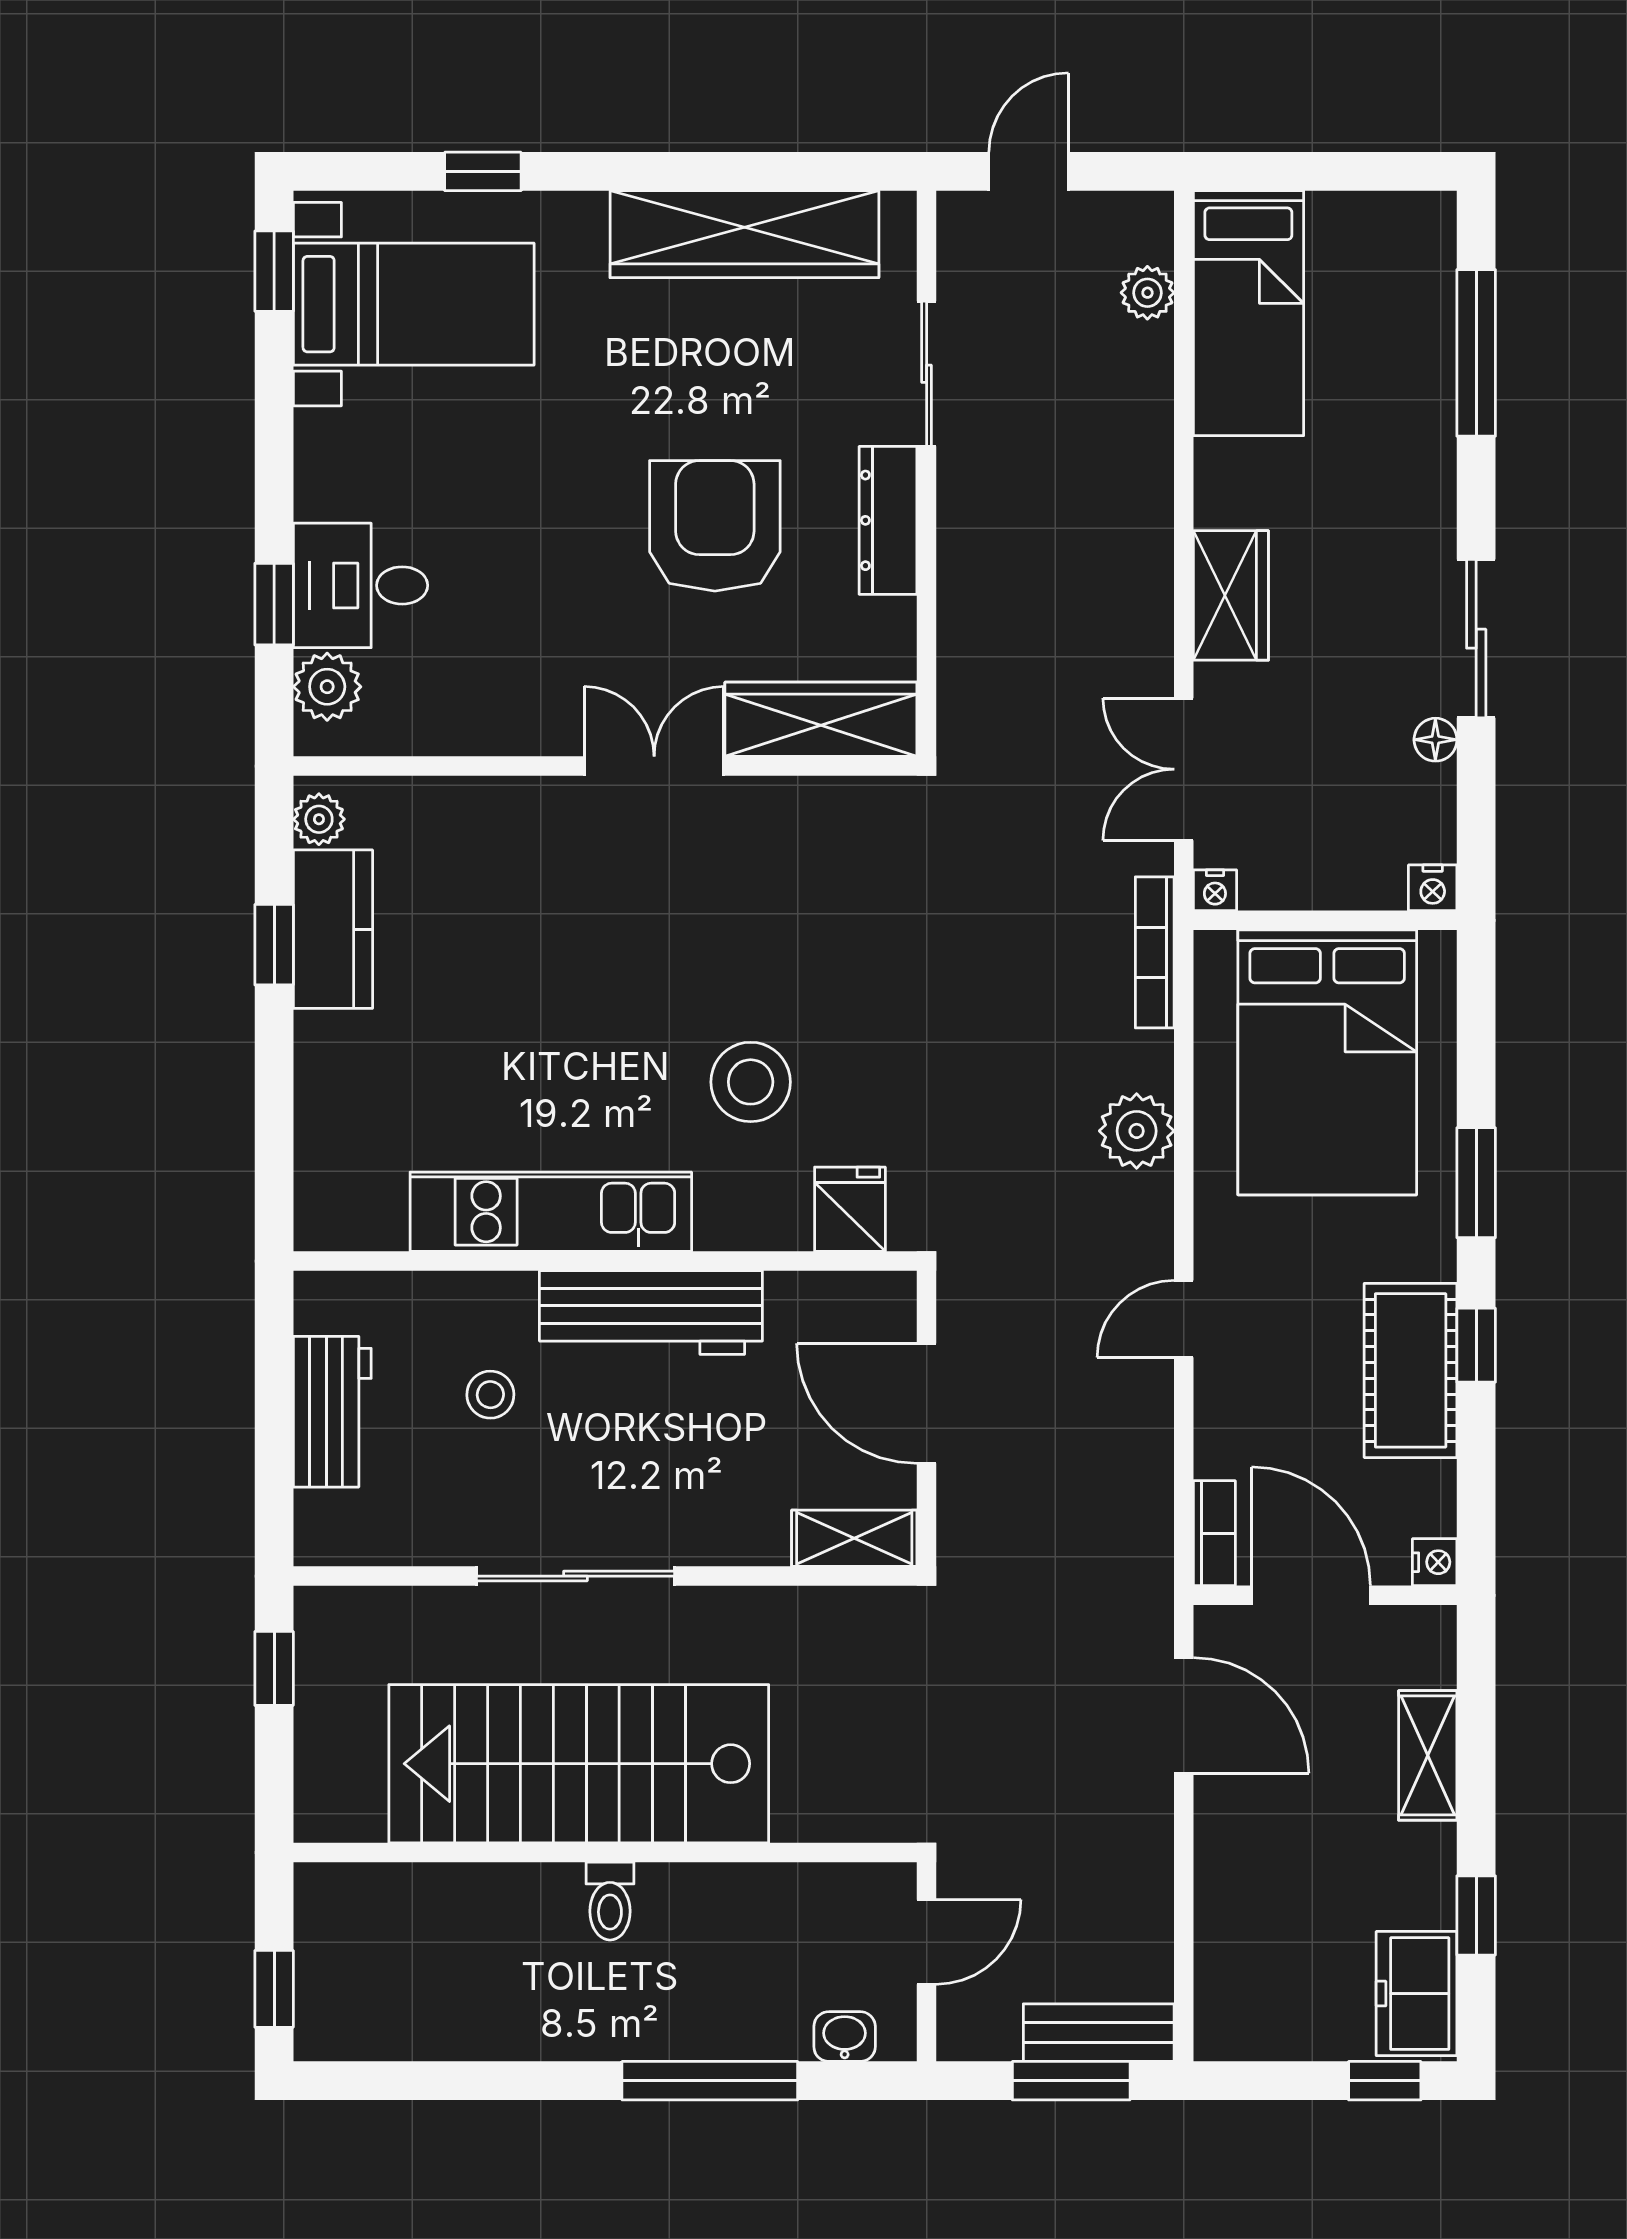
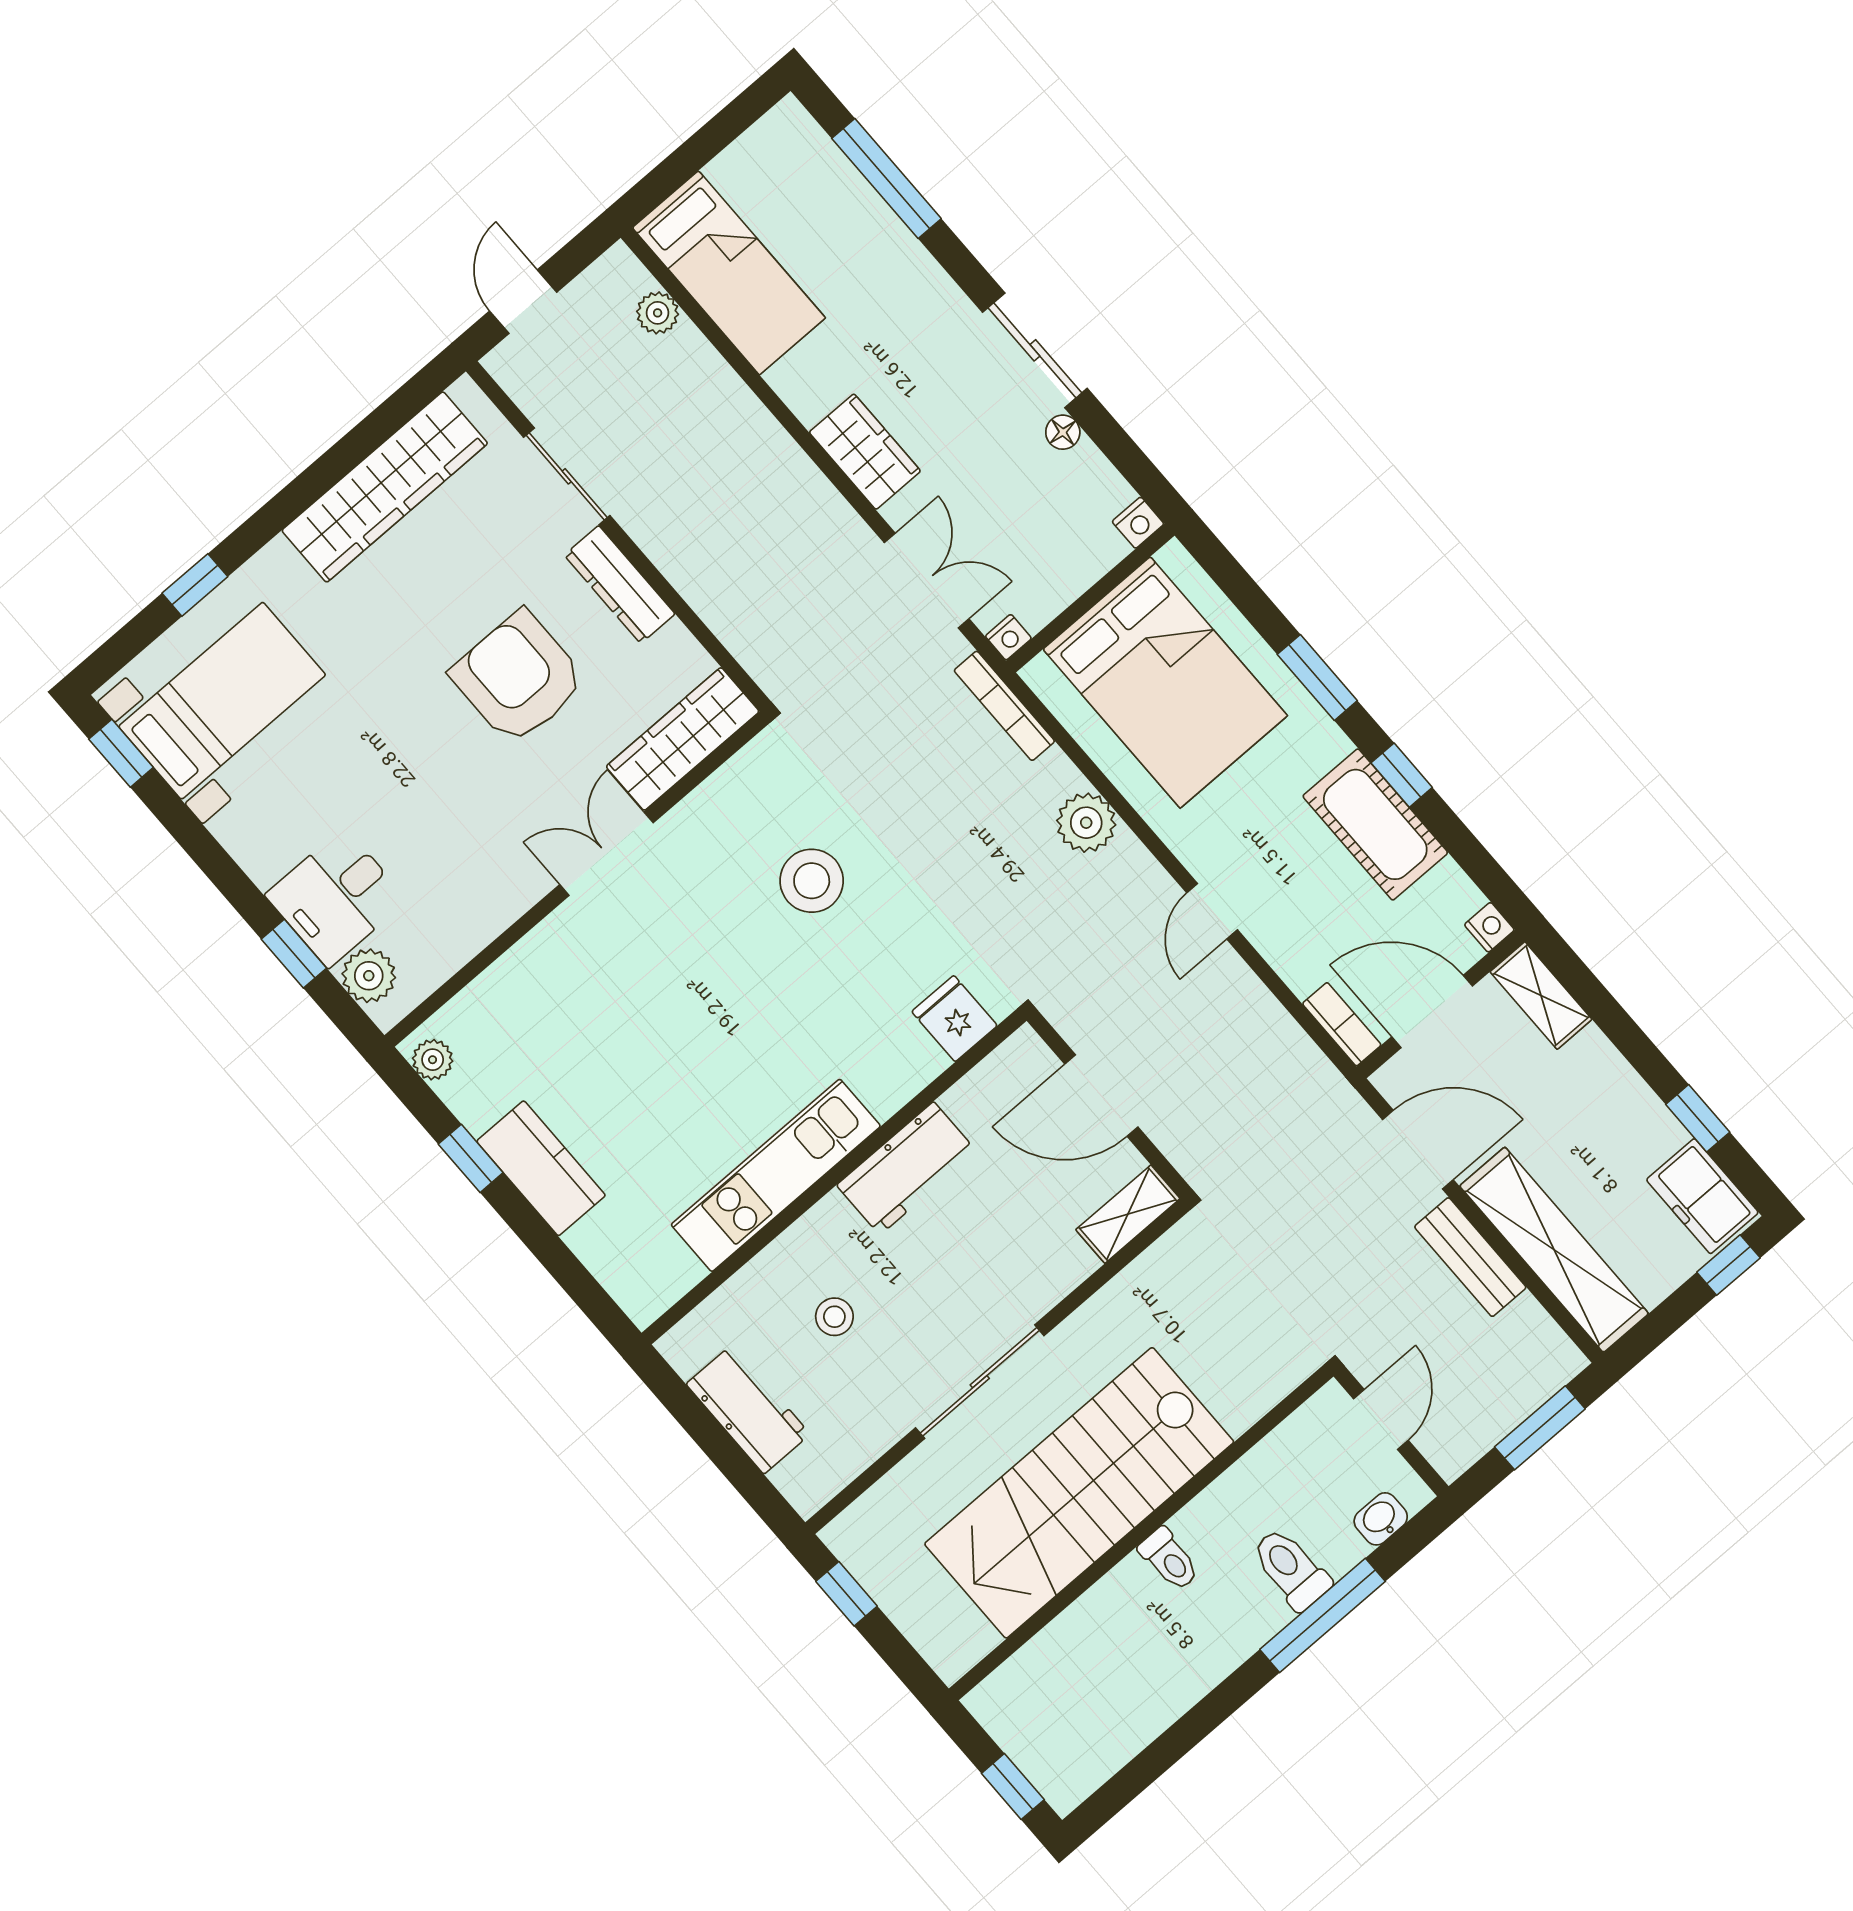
double door: (1184, 769) -> (927, 581), swing flipped
kitchen counter: (333, 929) -> (541, 1168), moved
stool: (751, 1082) -> (812, 881), moved
workbench: (651, 1313) -> (907, 1168), width x0.73
shelving: (1428, 1755) -> (1541, 996), moved
shelving: (1231, 1923) -> (1554, 1250), added
toilet: (718, 2010) -> (1291, 1569), added
bench: (1099, 2033) -> (1470, 1257), moved, turned 90

